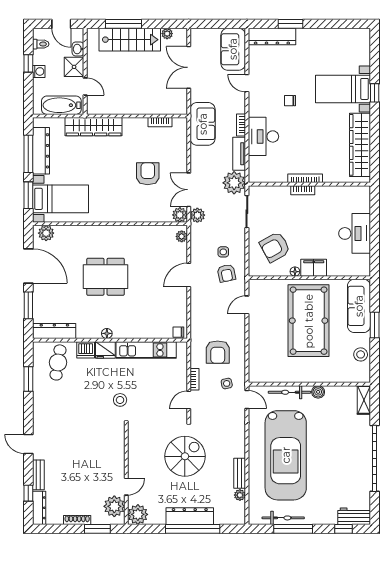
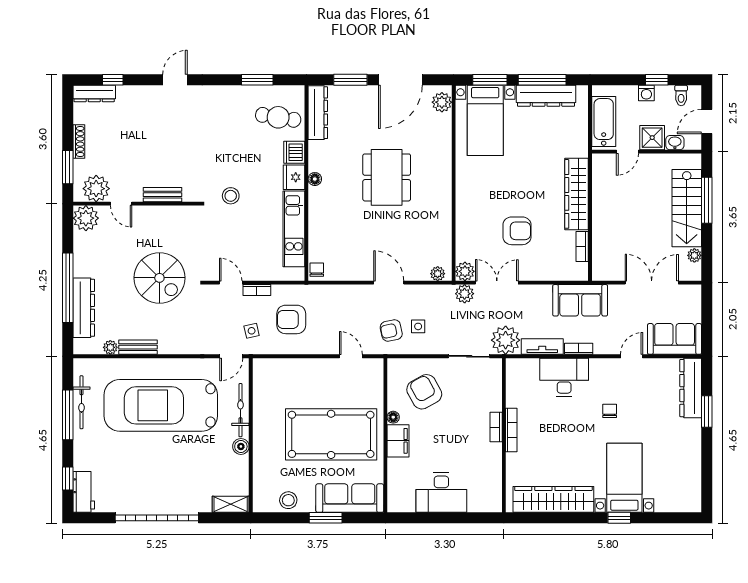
wardrobe: (94, 127) -> (577, 194), moved
bench: (38, 475) -> (163, 195), moved
dresser: (190, 516) -> (84, 308), moved

